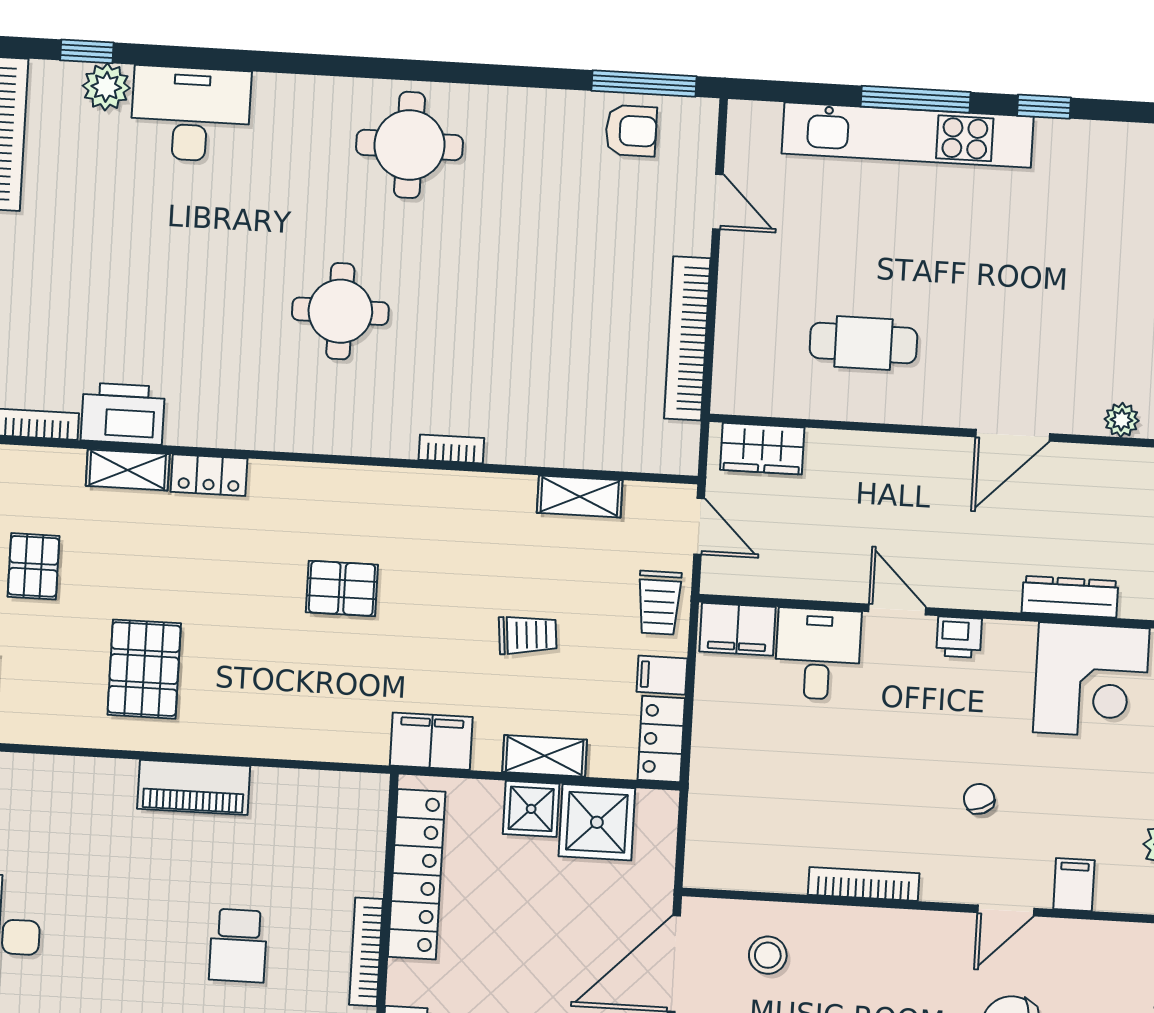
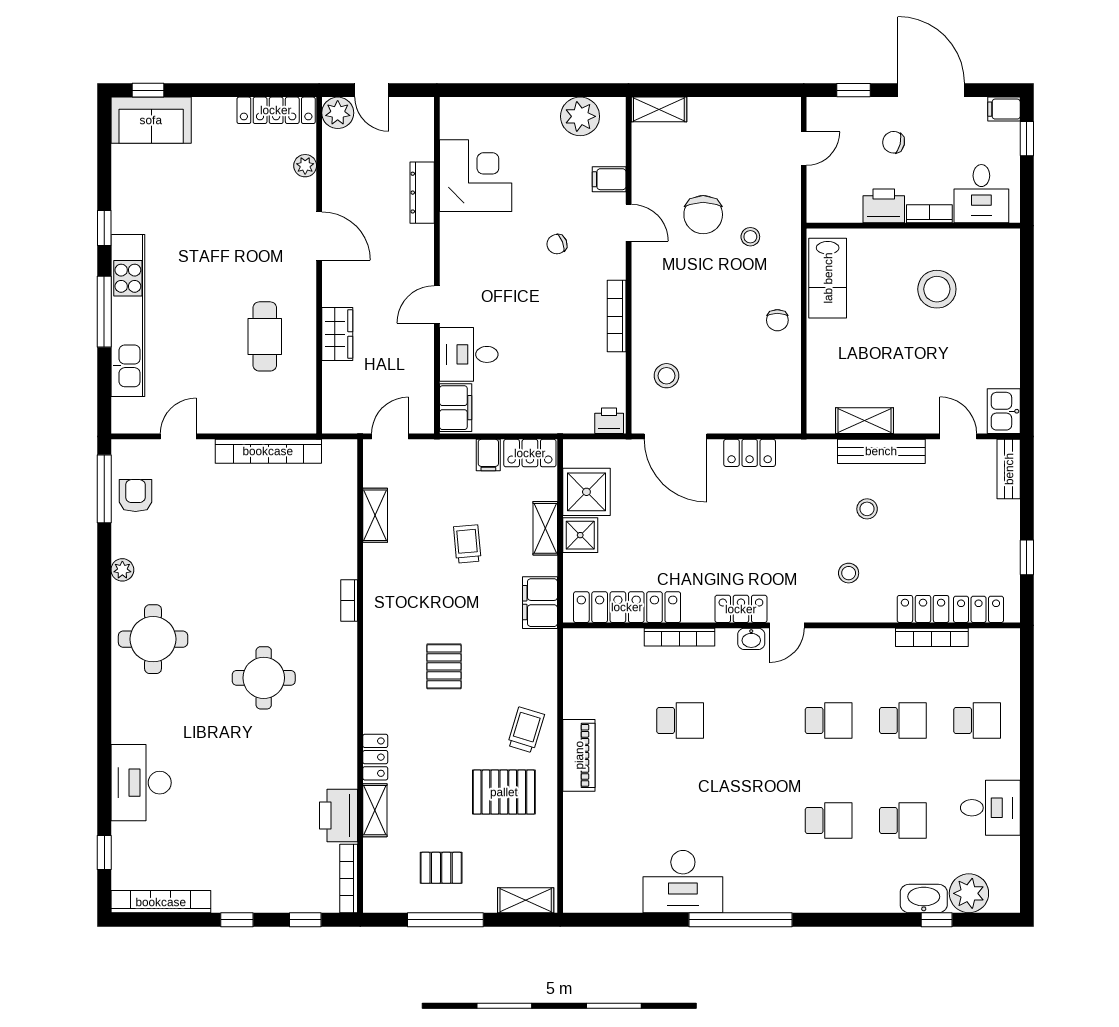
plant: (106, 87) -> (122, 570), moved, width x0.73, depth x0.73
wardrobe: (762, 449) -> (337, 334), moved
trolley: (659, 603) -> (526, 730), moved, turned -73
printer: (959, 637) -> (609, 421), moved, turned -90

